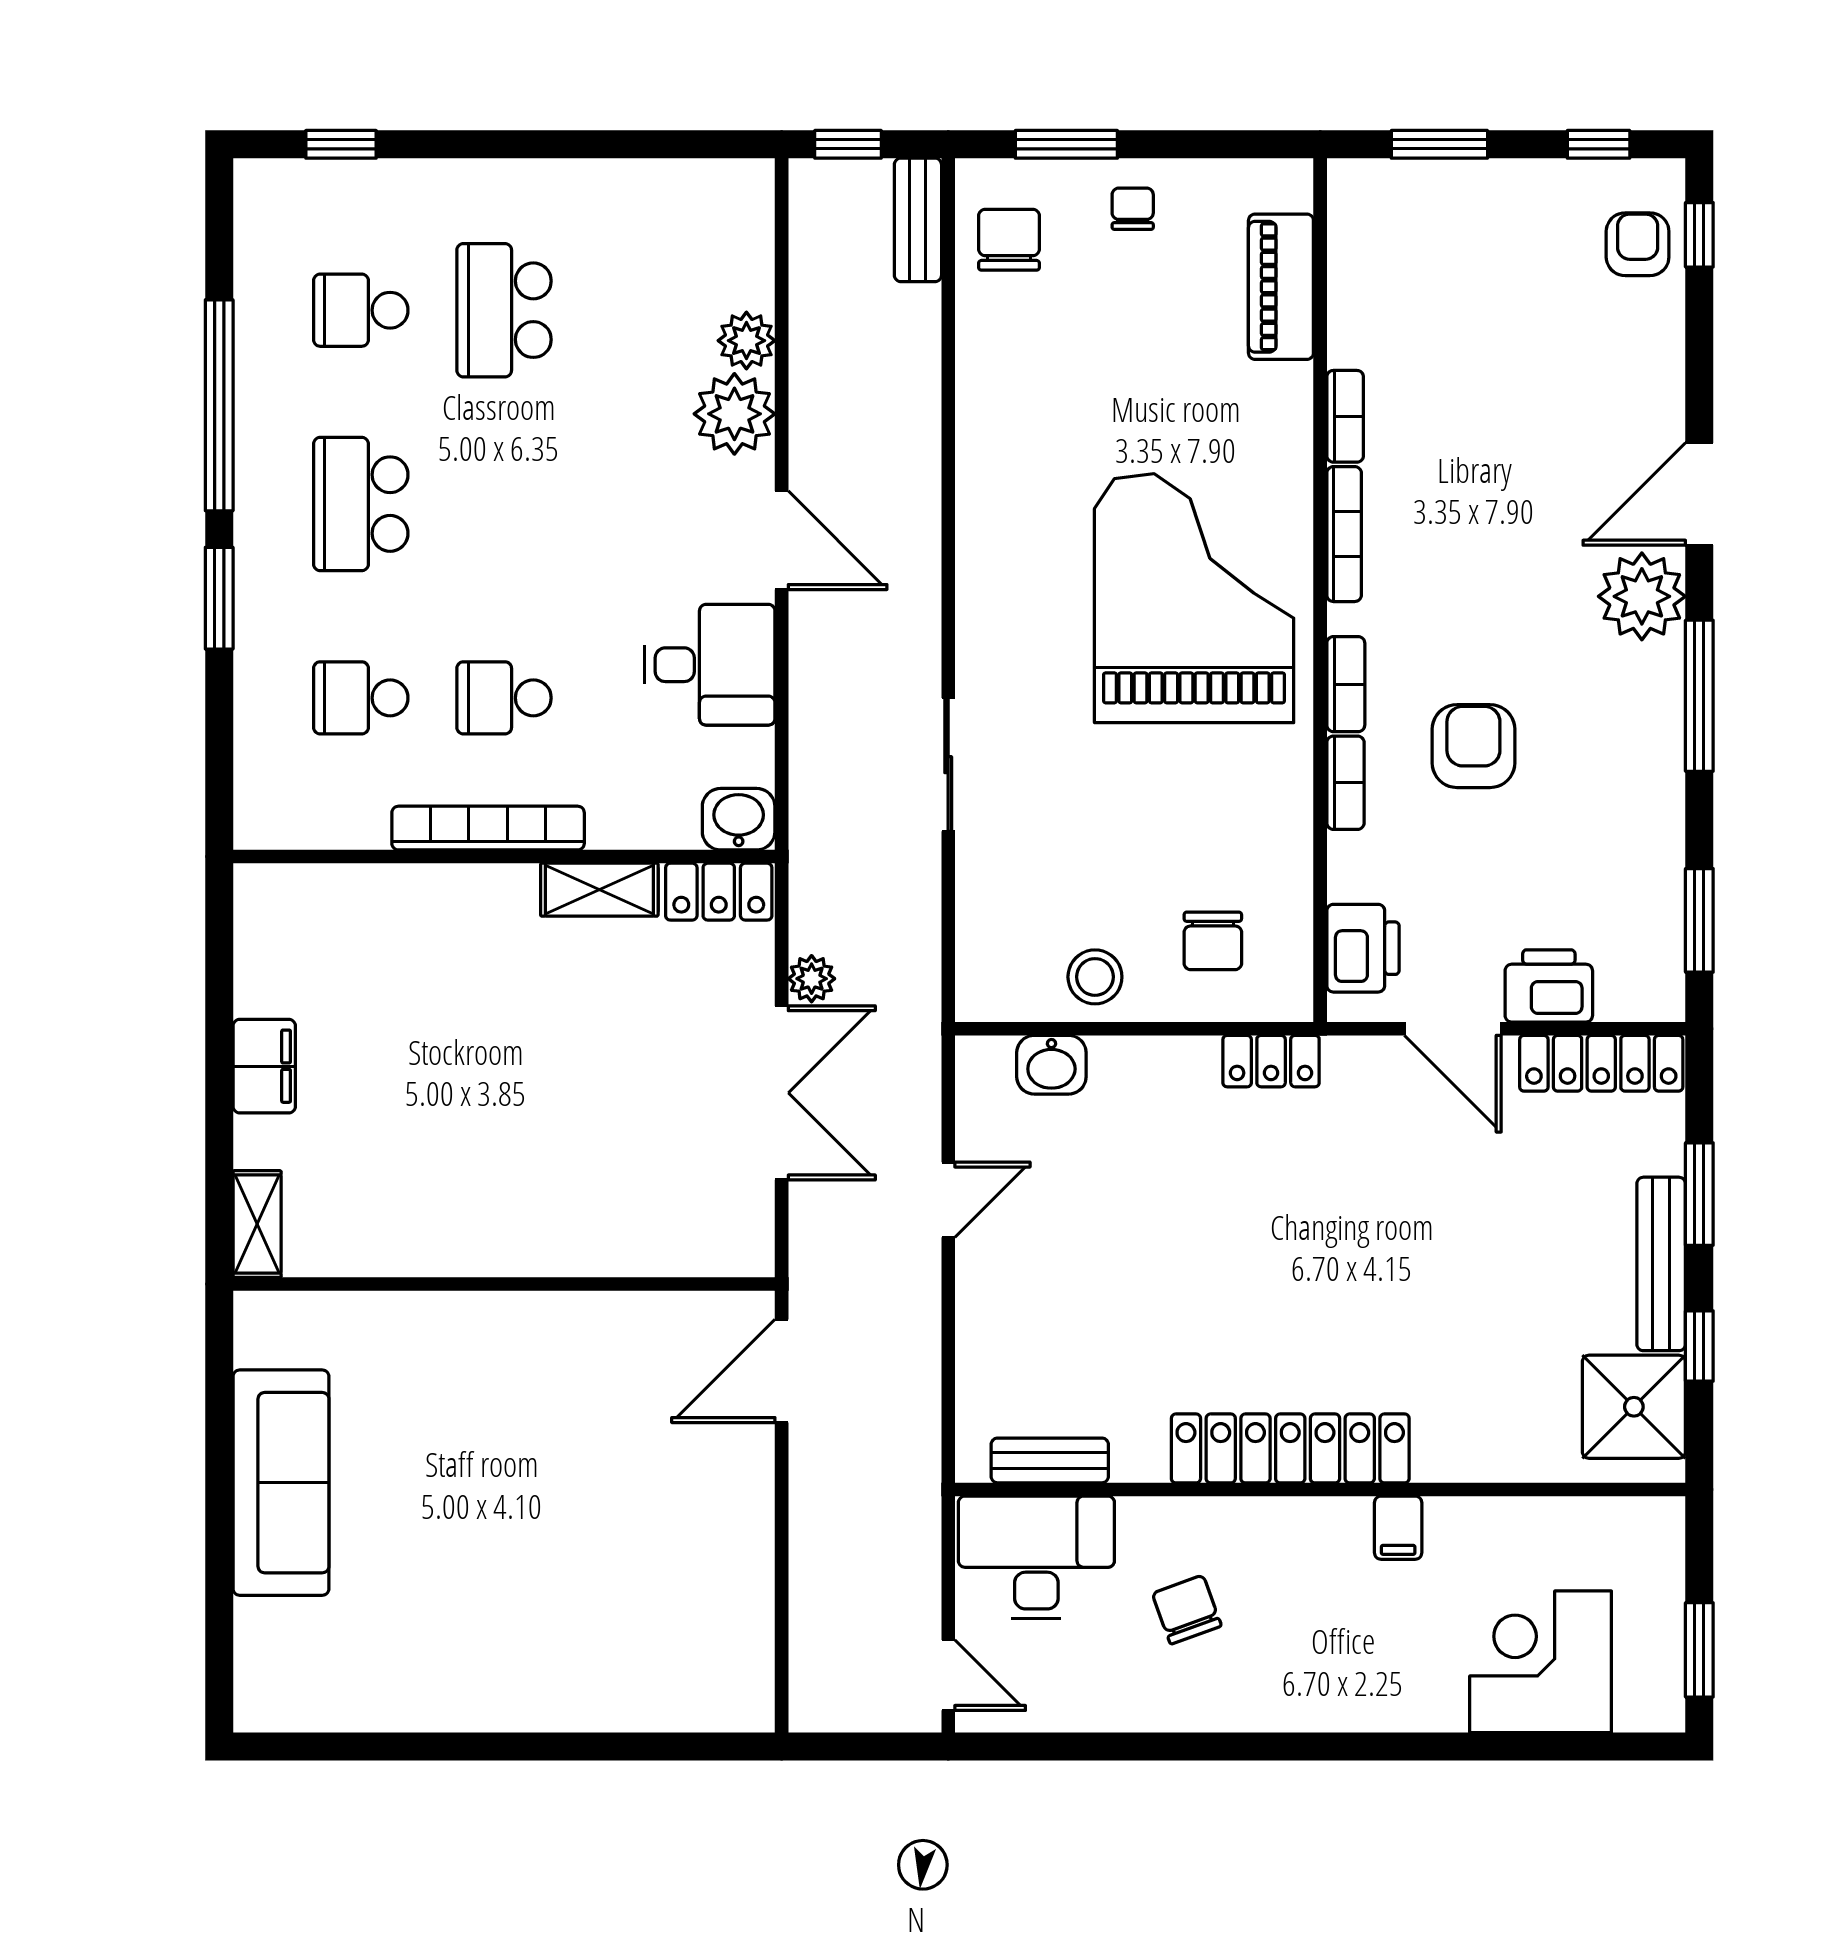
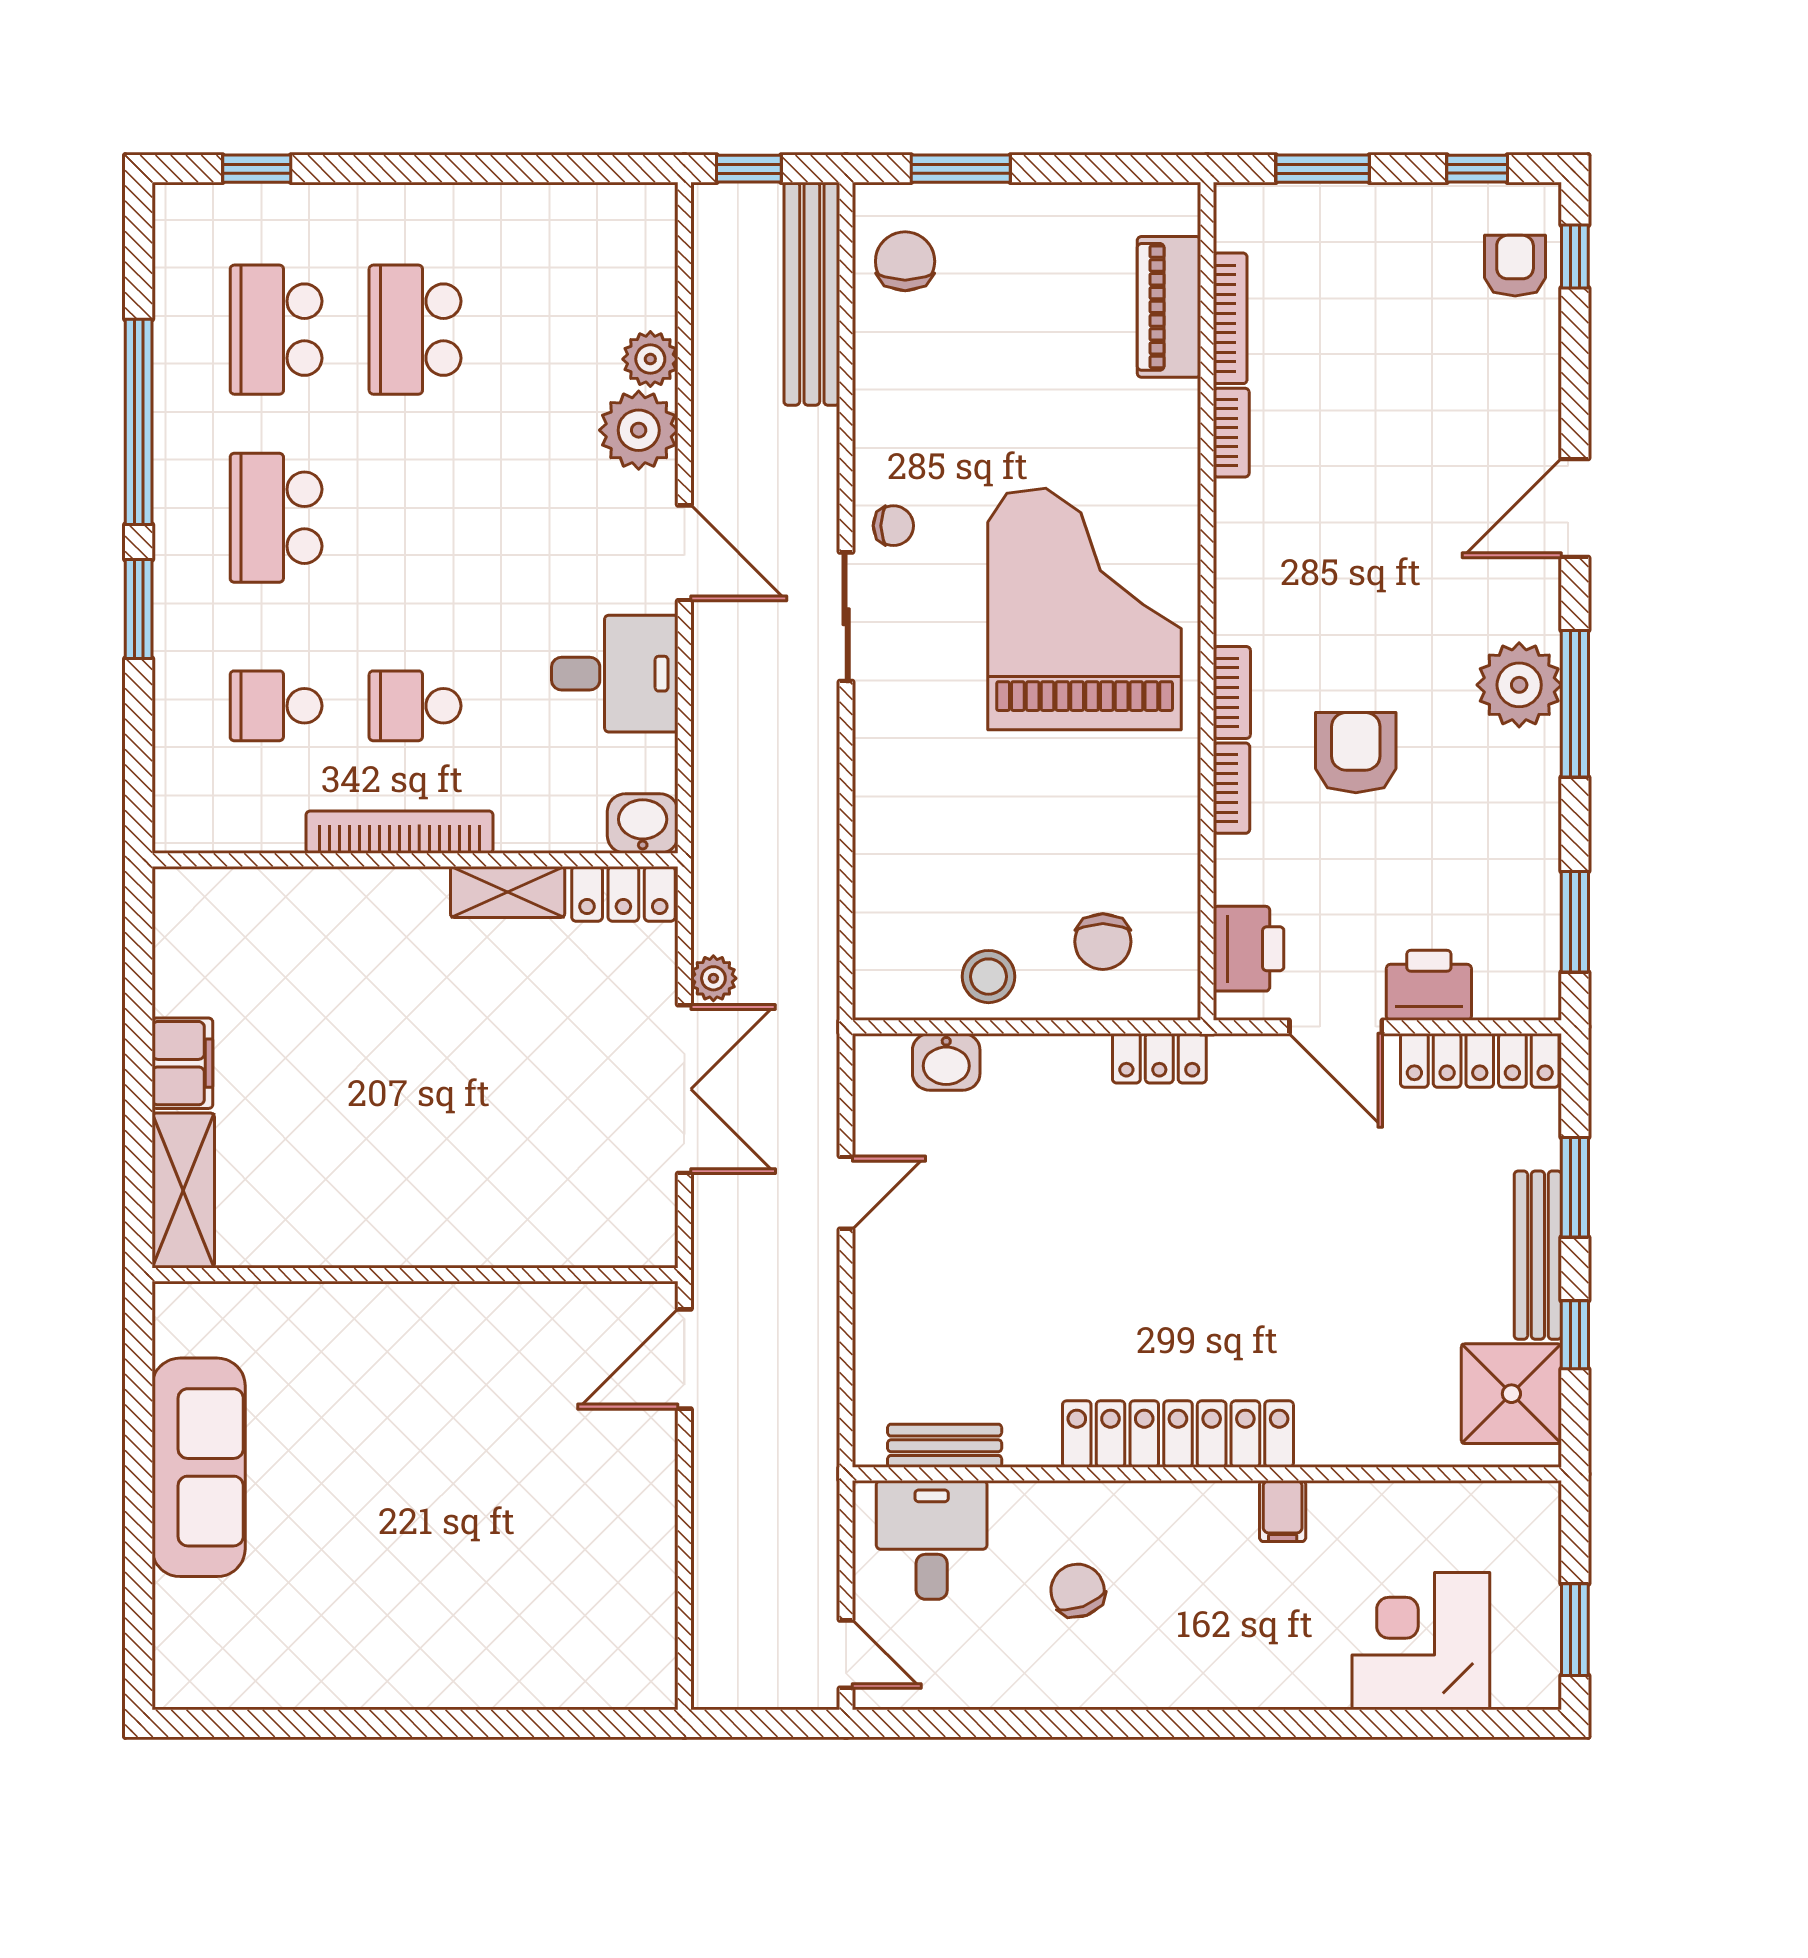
chair: (1133, 209) -> (893, 526), moved, turned 90
bench: (918, 220) -> (812, 294), width x1.86, depth x1.21
school desk: (361, 310) -> (276, 330), width x1.85
bookcase: (1344, 534) -> (1230, 318), moved
plant: (1642, 596) -> (1519, 685), moved
sliding door: (948, 765) -> (846, 617), moved
shelving: (257, 1224) -> (183, 1190), width x1.50, depth x1.33
desk: (1036, 1557) -> (932, 1540), width x0.73

